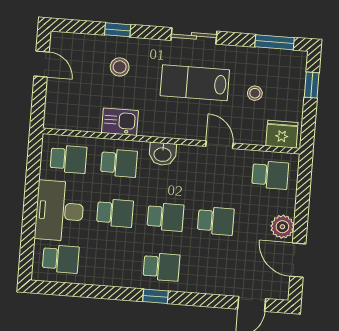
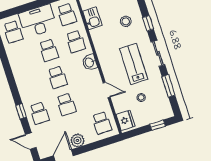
window: (118, 30) -> (148, 23), moved
window: (274, 42) -> (168, 86), moved
kitchen sink: (120, 122) -> (92, 18), moved
door: (219, 145) -> (107, 90), hinge flipped
school desk: (161, 267) -> (39, 113), moved
window: (156, 296) -> (21, 111), moved

